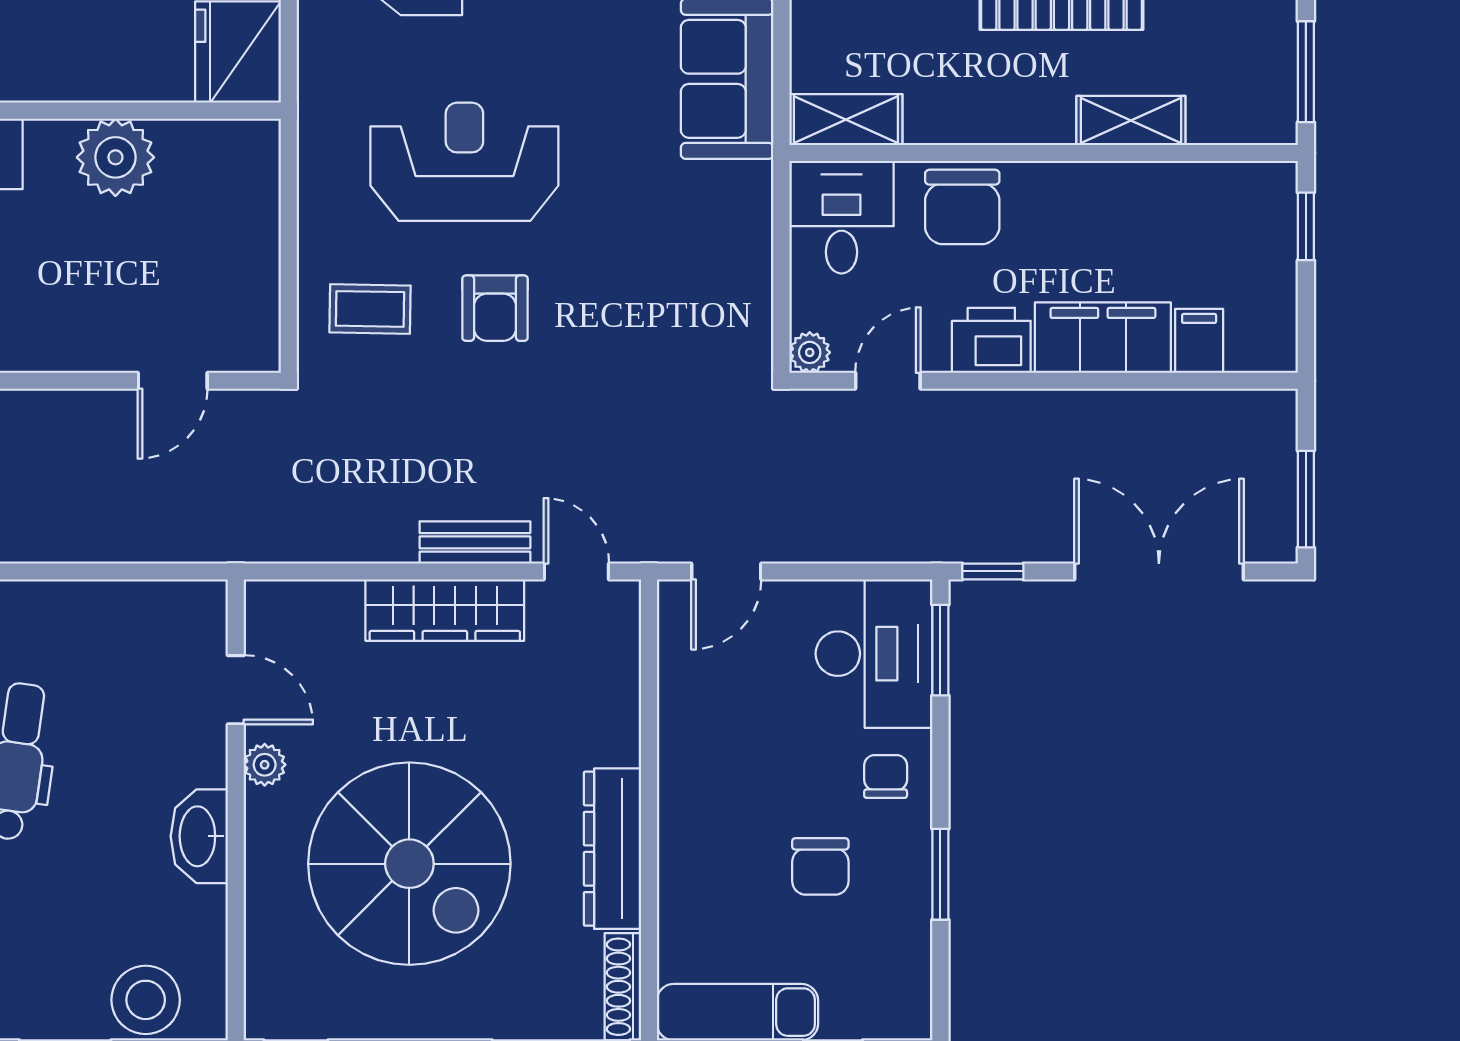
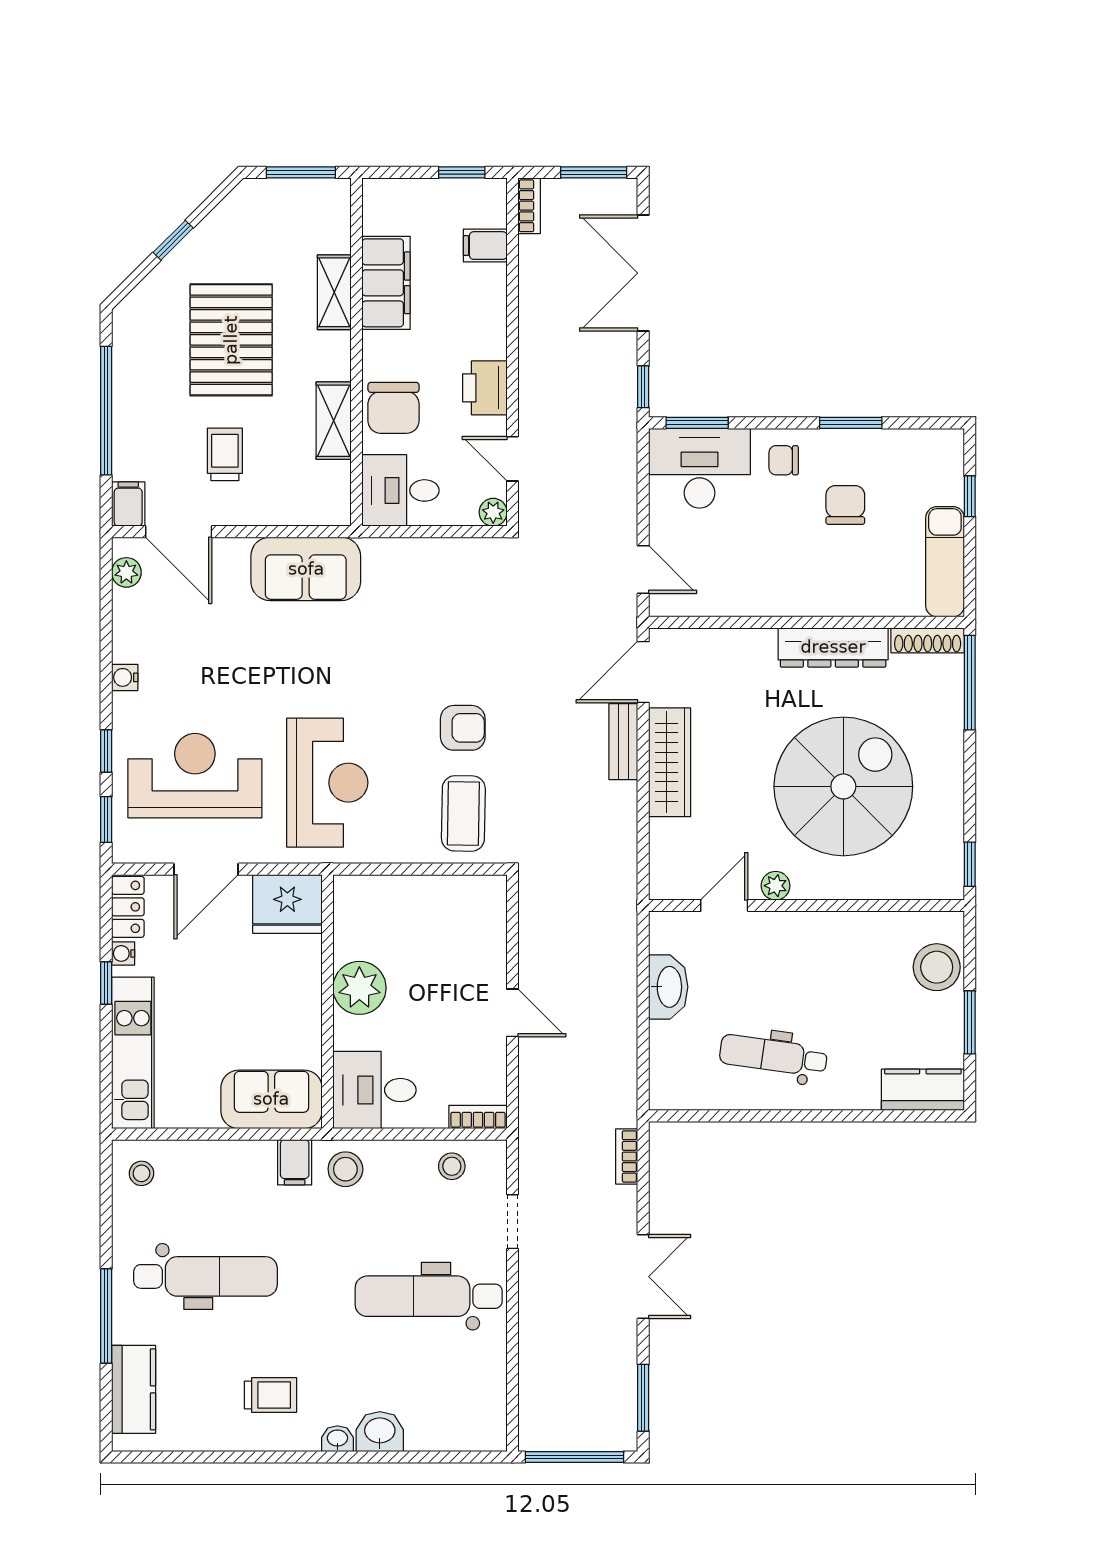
shelving: (846, 120) -> (334, 421), moved
reception desk: (464, 162) -> (327, 783), moved, turned 180
chair: (962, 207) -> (394, 408), turned 90
window: (1306, 226) -> (462, 172), moved
coffee table: (370, 309) -> (463, 813), width x1.36, depth x1.30
filing cabinet: (1103, 338) -> (386, 283), moved, turned 180
door: (173, 381) -> (513, 1013), moved
bookcase: (1257, 405) -> (529, 206), added
door: (576, 571) -> (643, 672), width x1.38
washbasin: (199, 836) -> (668, 987), moved, turned -90
chair: (820, 866) -> (845, 505), turned -90

